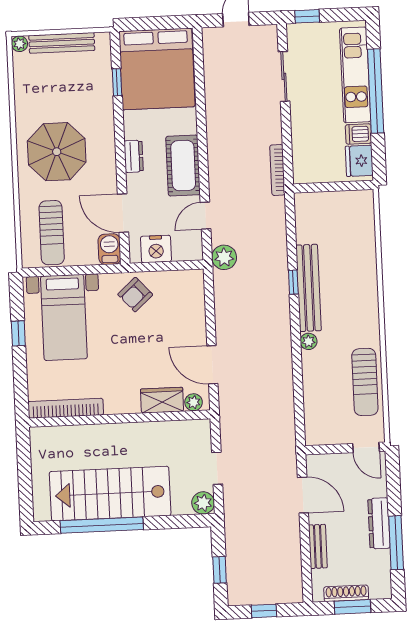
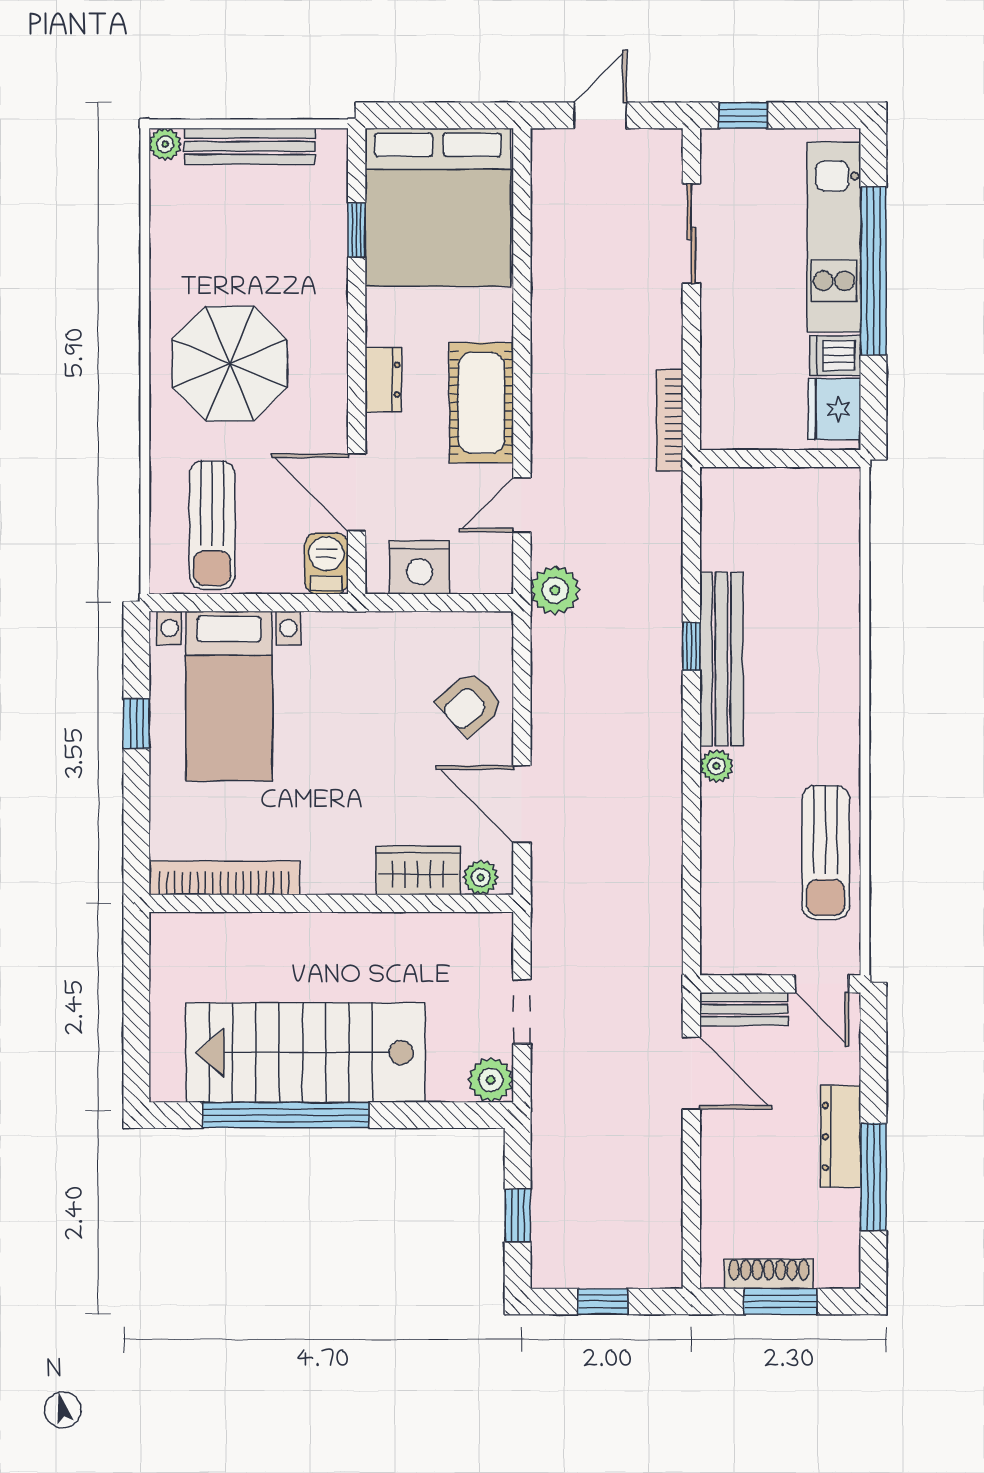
armchair: (135, 295) -> (470, 704), moved
bench: (318, 546) -> (744, 1009), moved, turned 90

